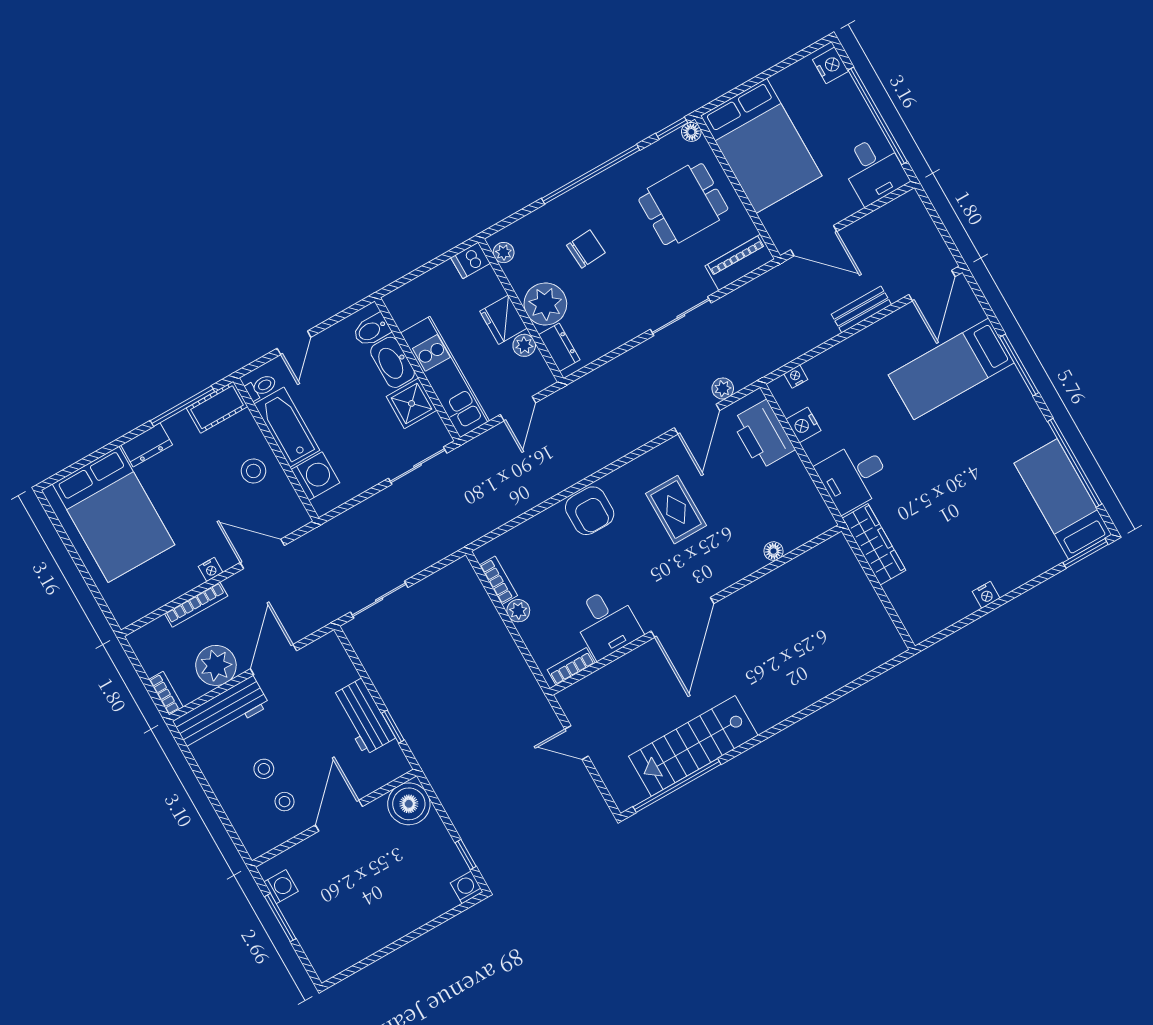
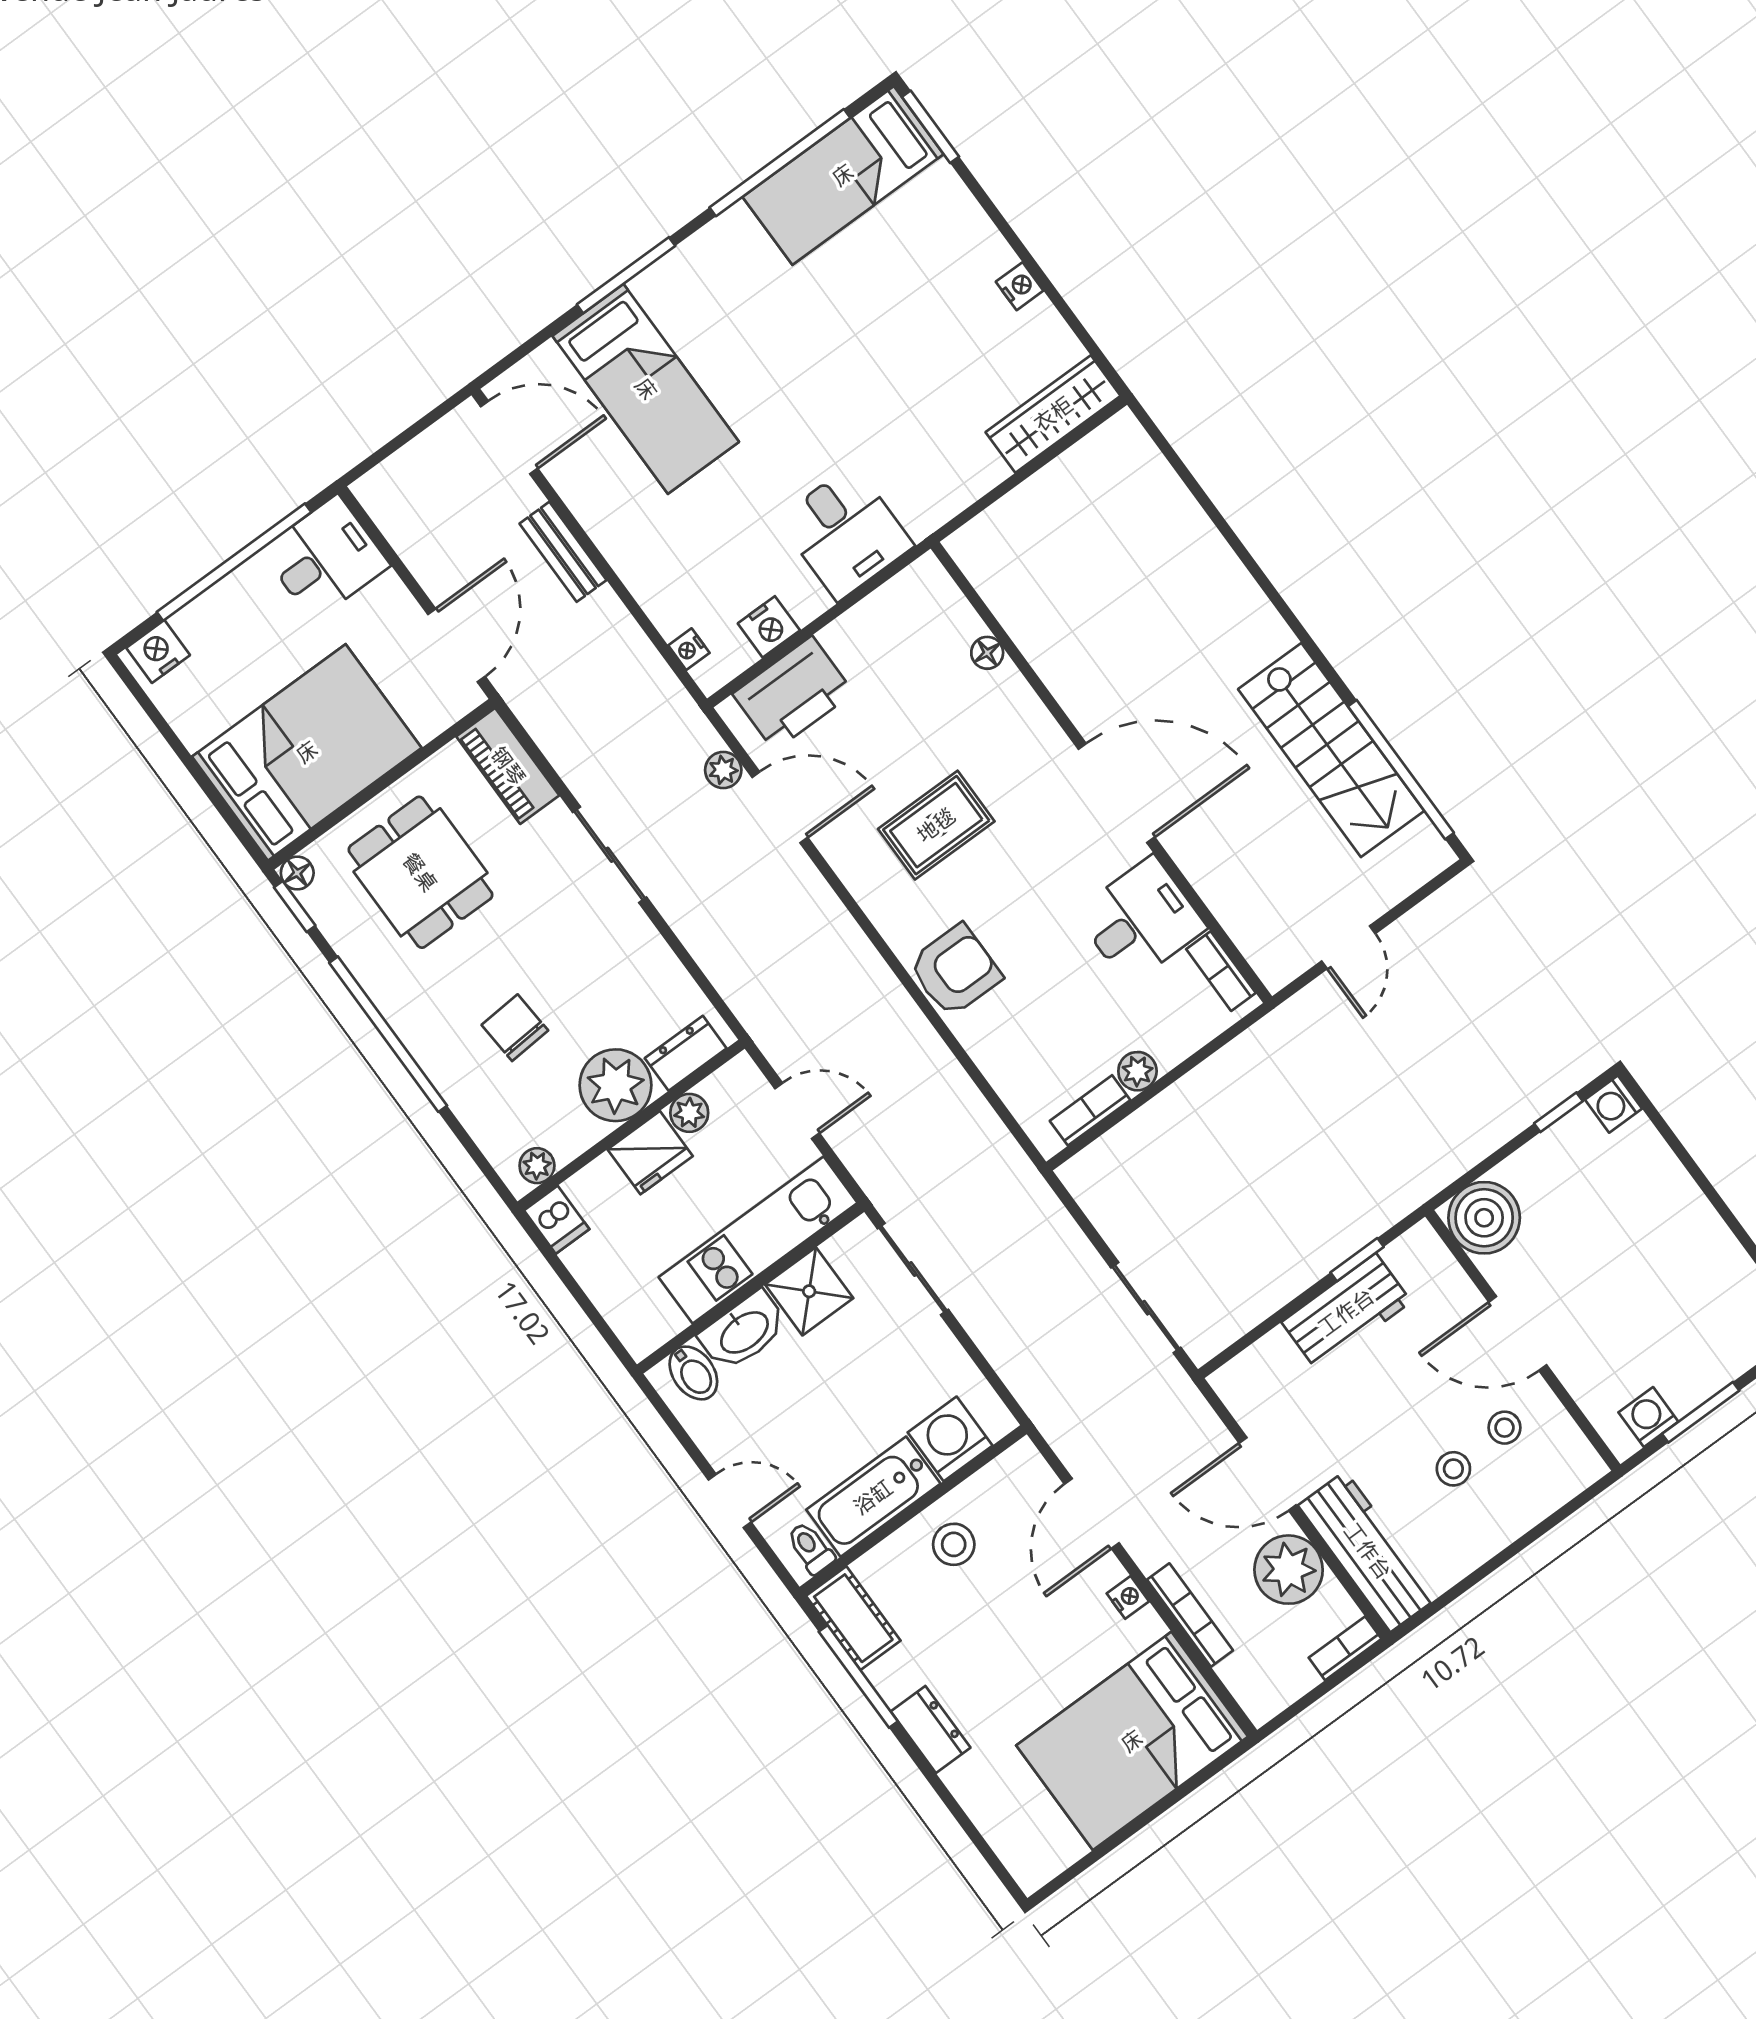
bed: (113, 514) -> (1132, 1741), moved, turned 180
wardrobe: (874, 544) -> (1053, 414), moved

